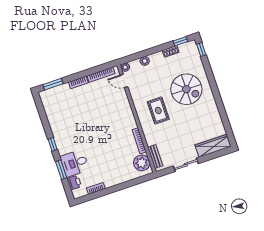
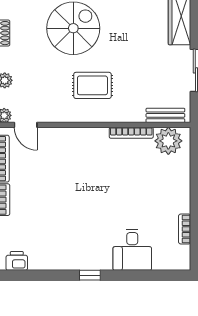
door: (124, 81) -> (26, 125), hinge flipped
window: (61, 170) -> (135, 275), removed
printer: (74, 183) -> (17, 261), moved

